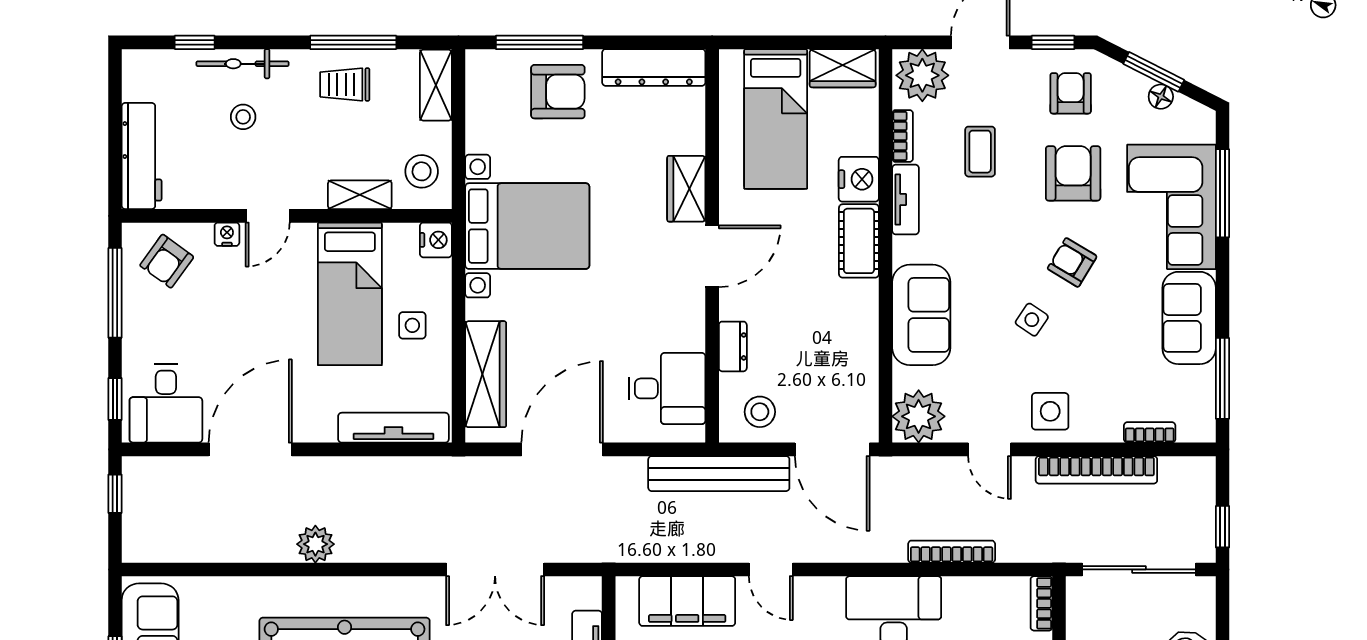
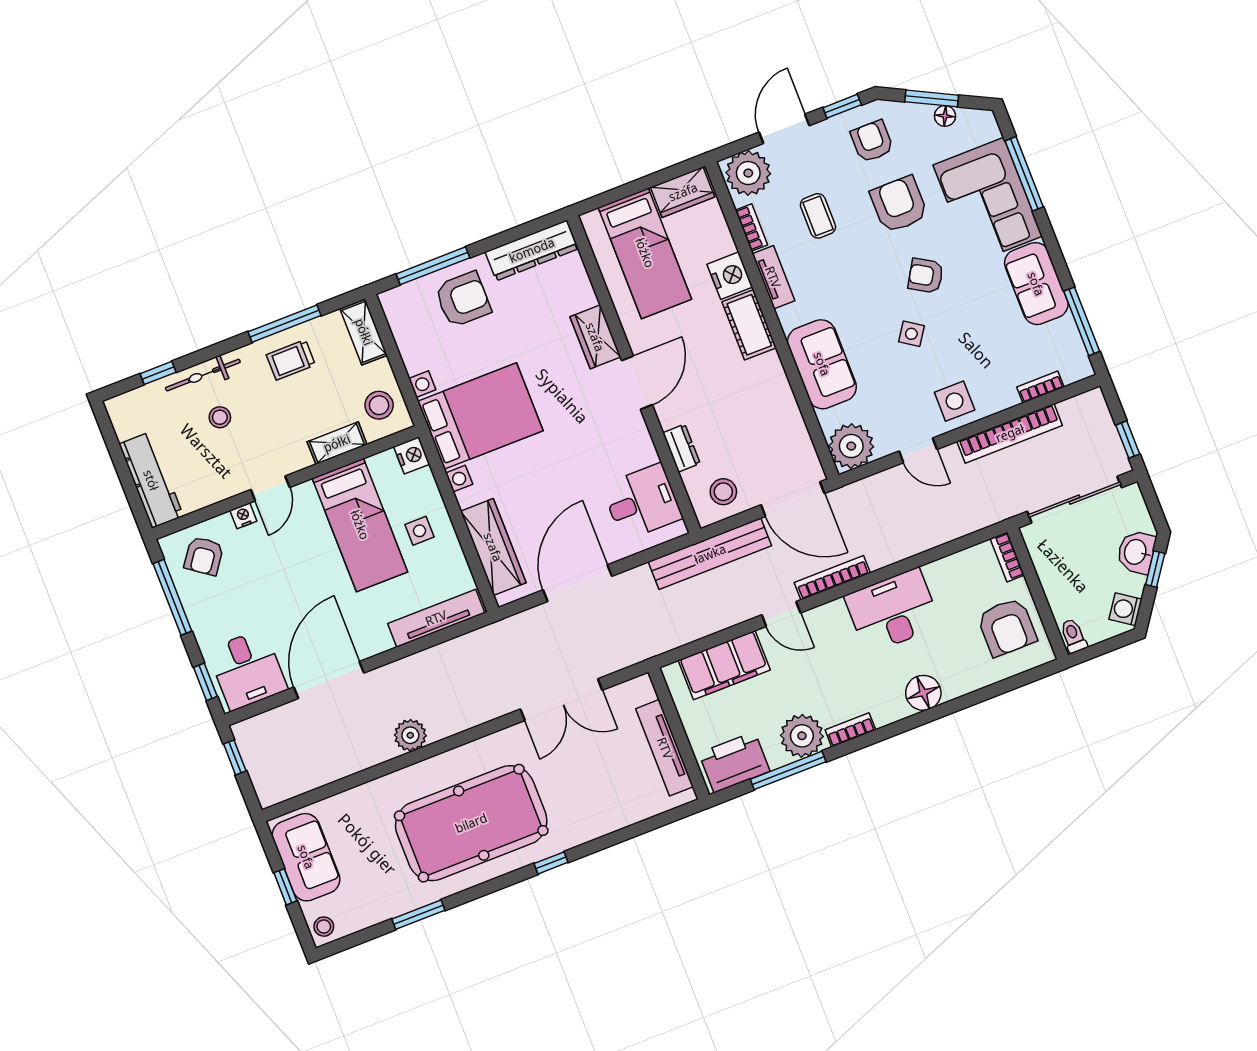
bookcase: (952, 552) -> (832, 578), moved

